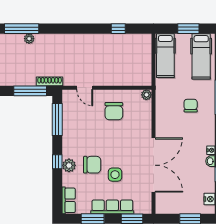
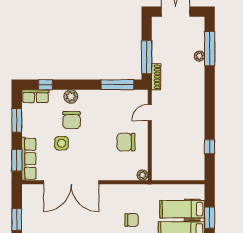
hospital bed: (165, 56) -> (182, 209), moved
window: (57, 162) -> (45, 85), moved
row of seats: (112, 207) -> (29, 159), moved

